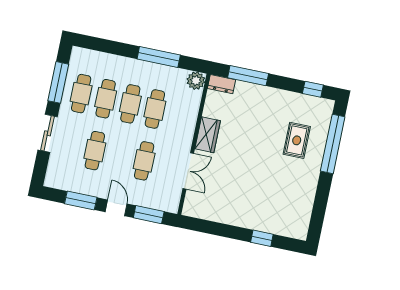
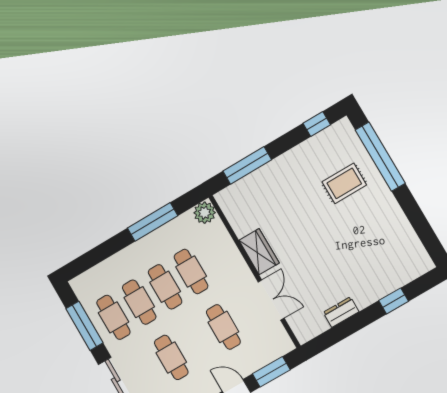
dresser: (222, 84) -> (341, 312), moved, turned 180
rug: (297, 140) -> (344, 183), turned 90

